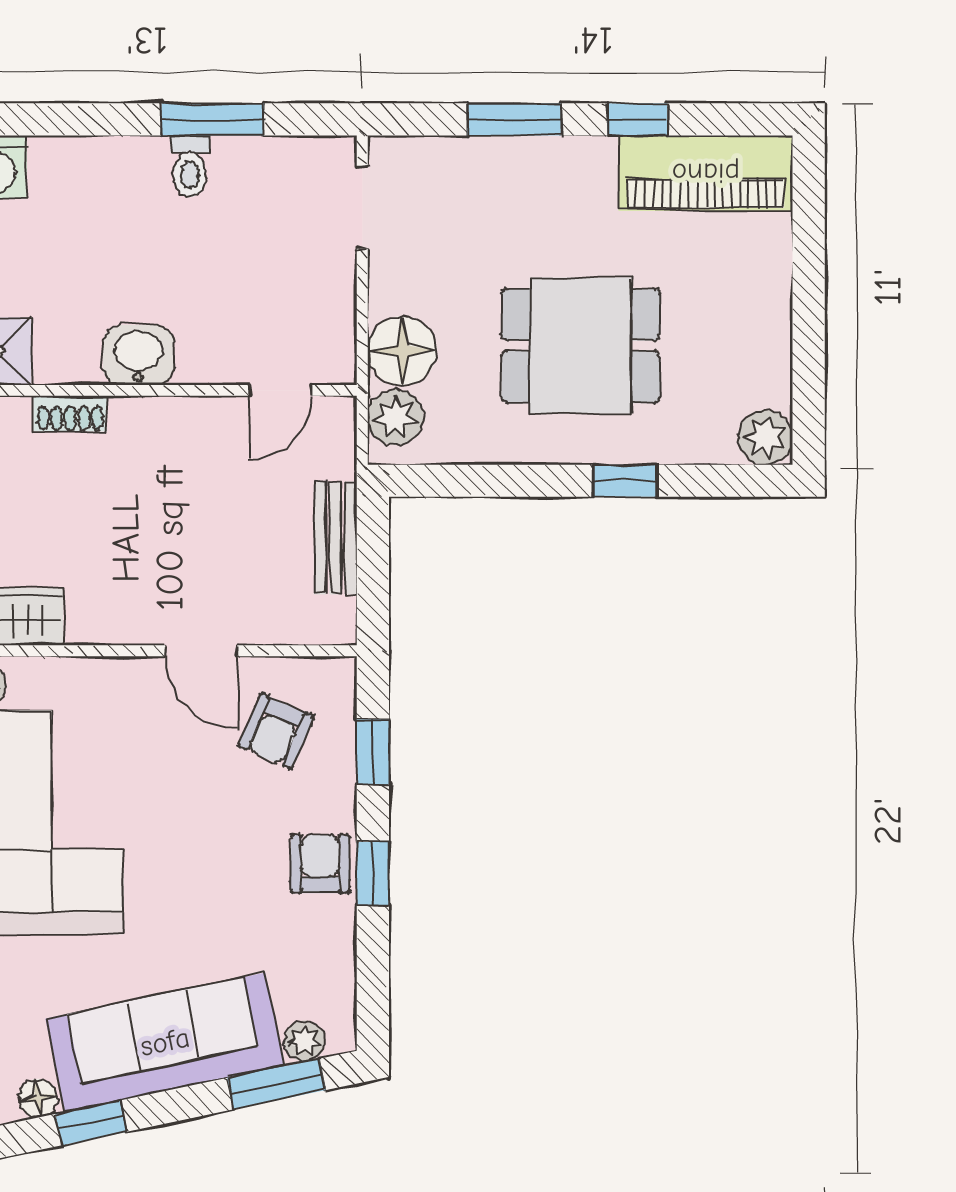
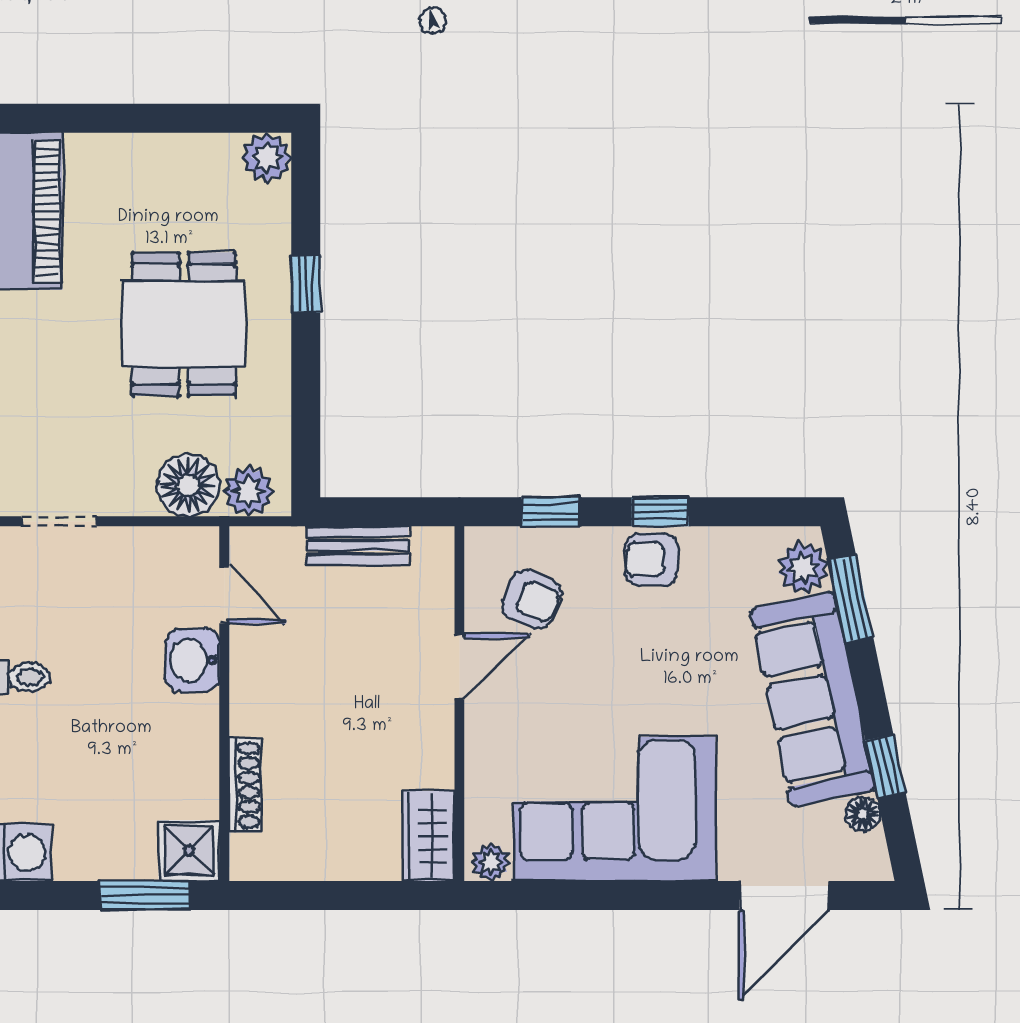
washbasin: (138, 355) -> (192, 660), moved
shoe rack: (70, 414) -> (245, 785), width x1.43
plant: (305, 1041) -> (803, 568), width x1.38, depth x1.38

